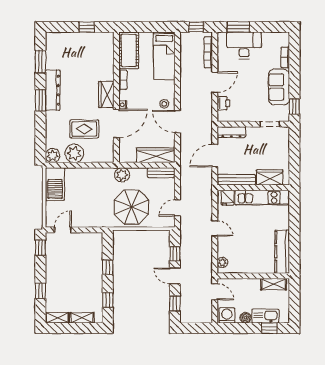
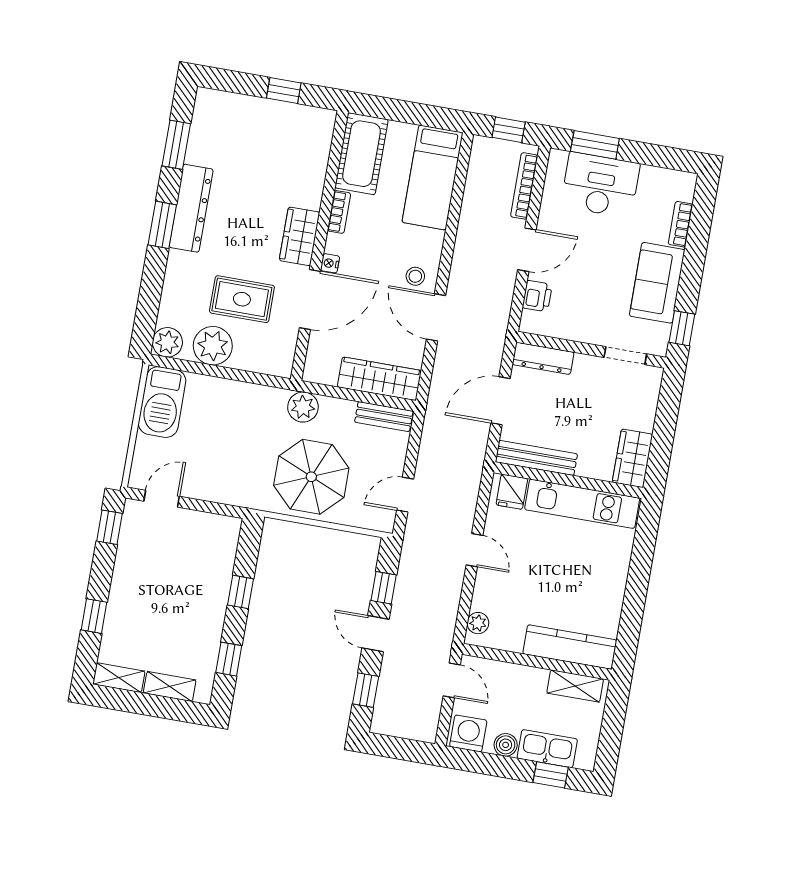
wardrobe: (270, 177) -> (633, 458), moved, turned -90
kitchen counter: (282, 252) -> (570, 647), moved, turned 90

